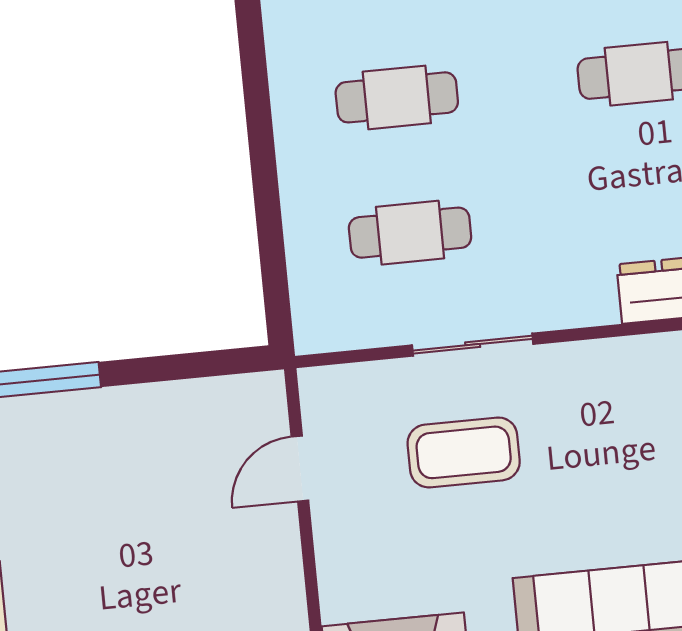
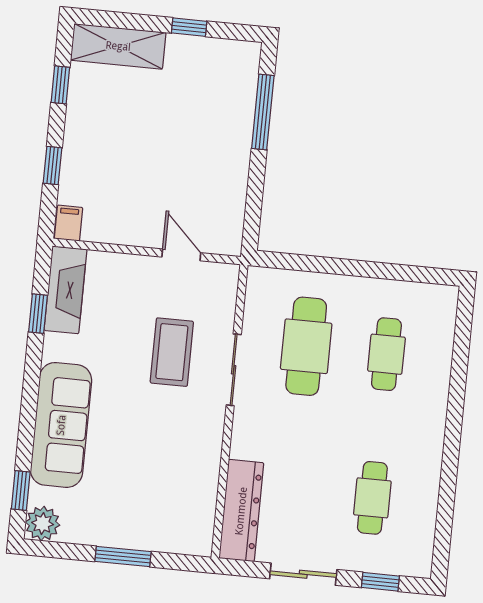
cafe table: (410, 233) -> (306, 346), width x1.37, depth x1.35

